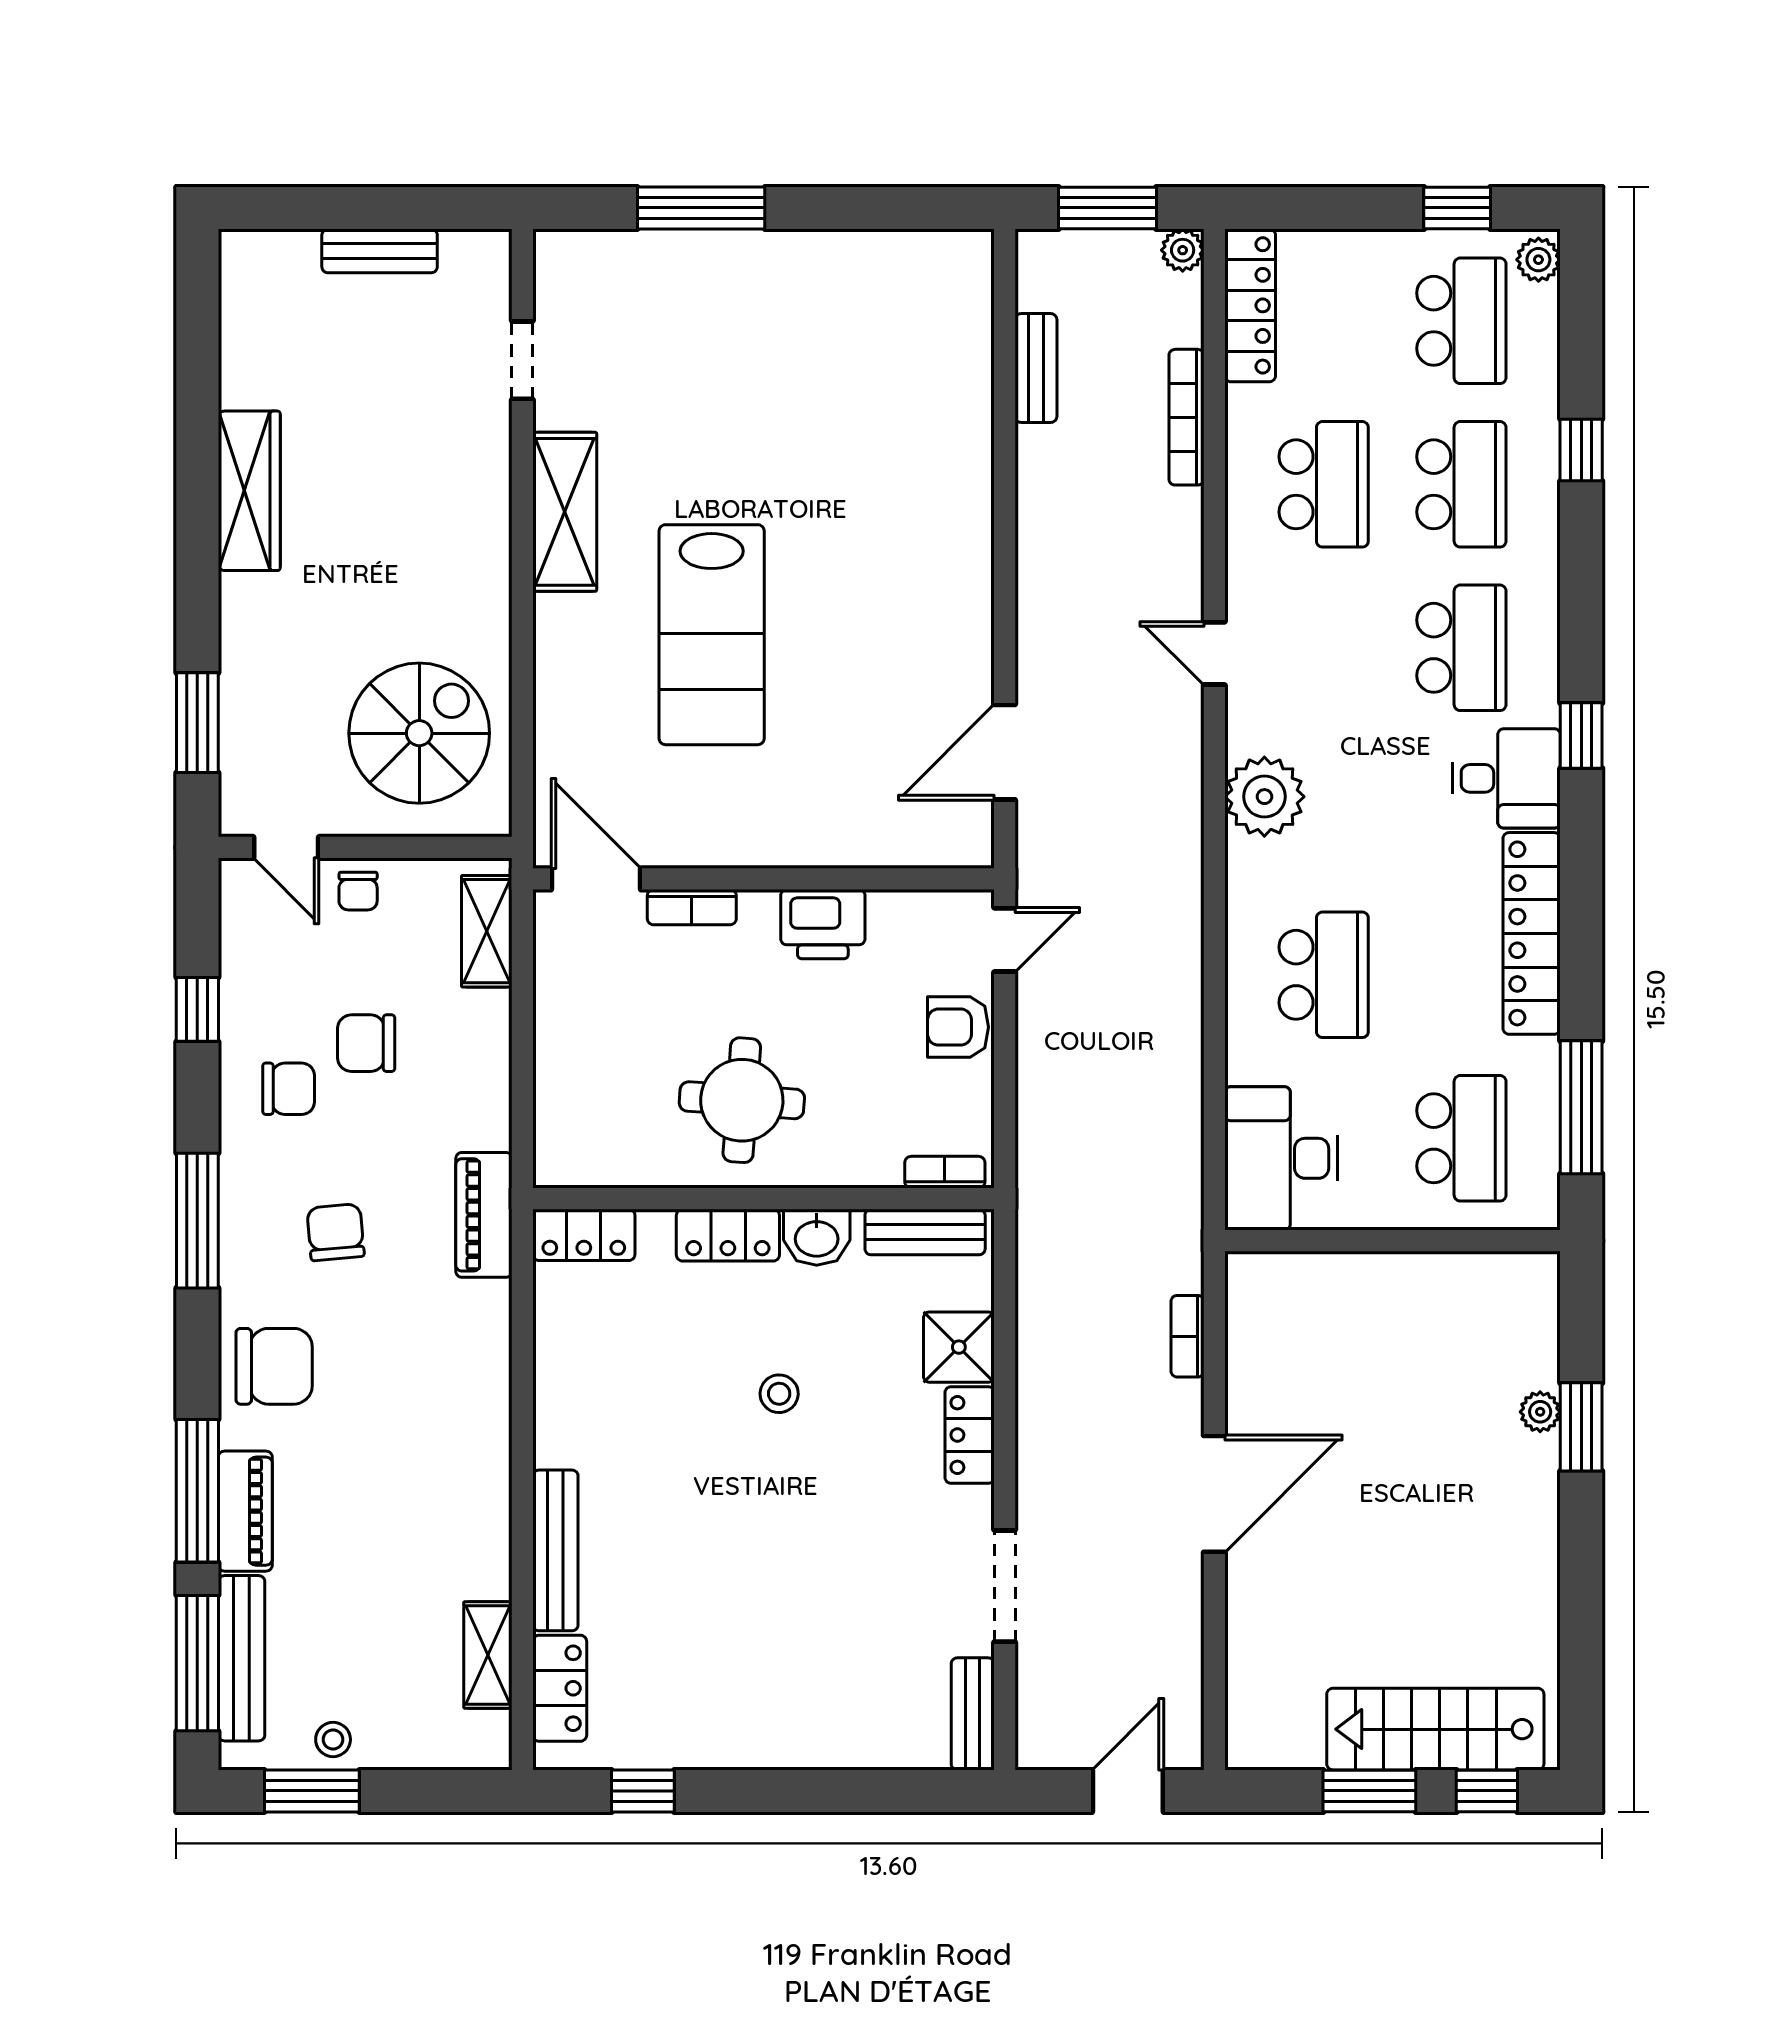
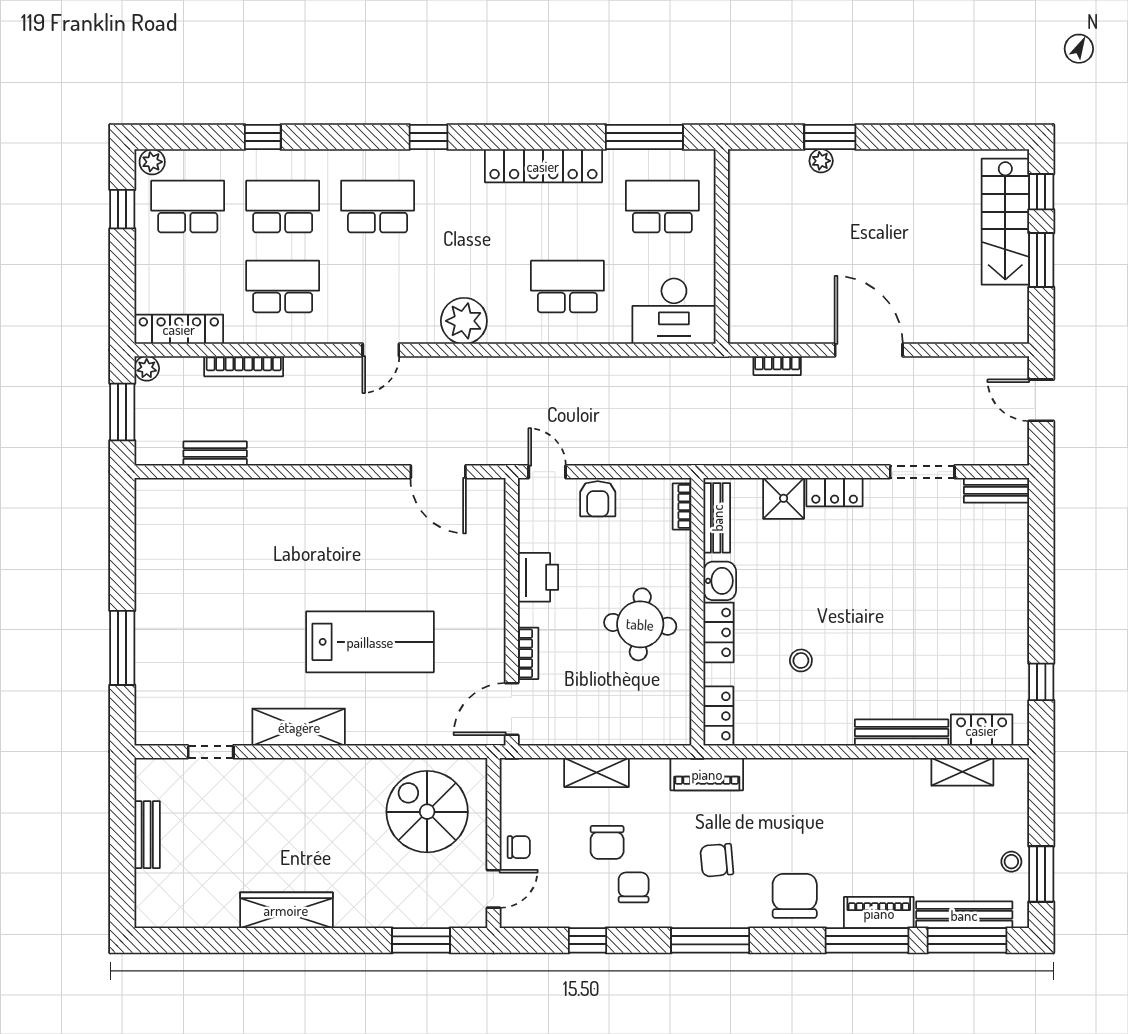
desk: (1506, 778) -> (453, 180), removed
shelving: (487, 931) -> (596, 772), moved
stool: (779, 1394) -> (801, 660), moved

